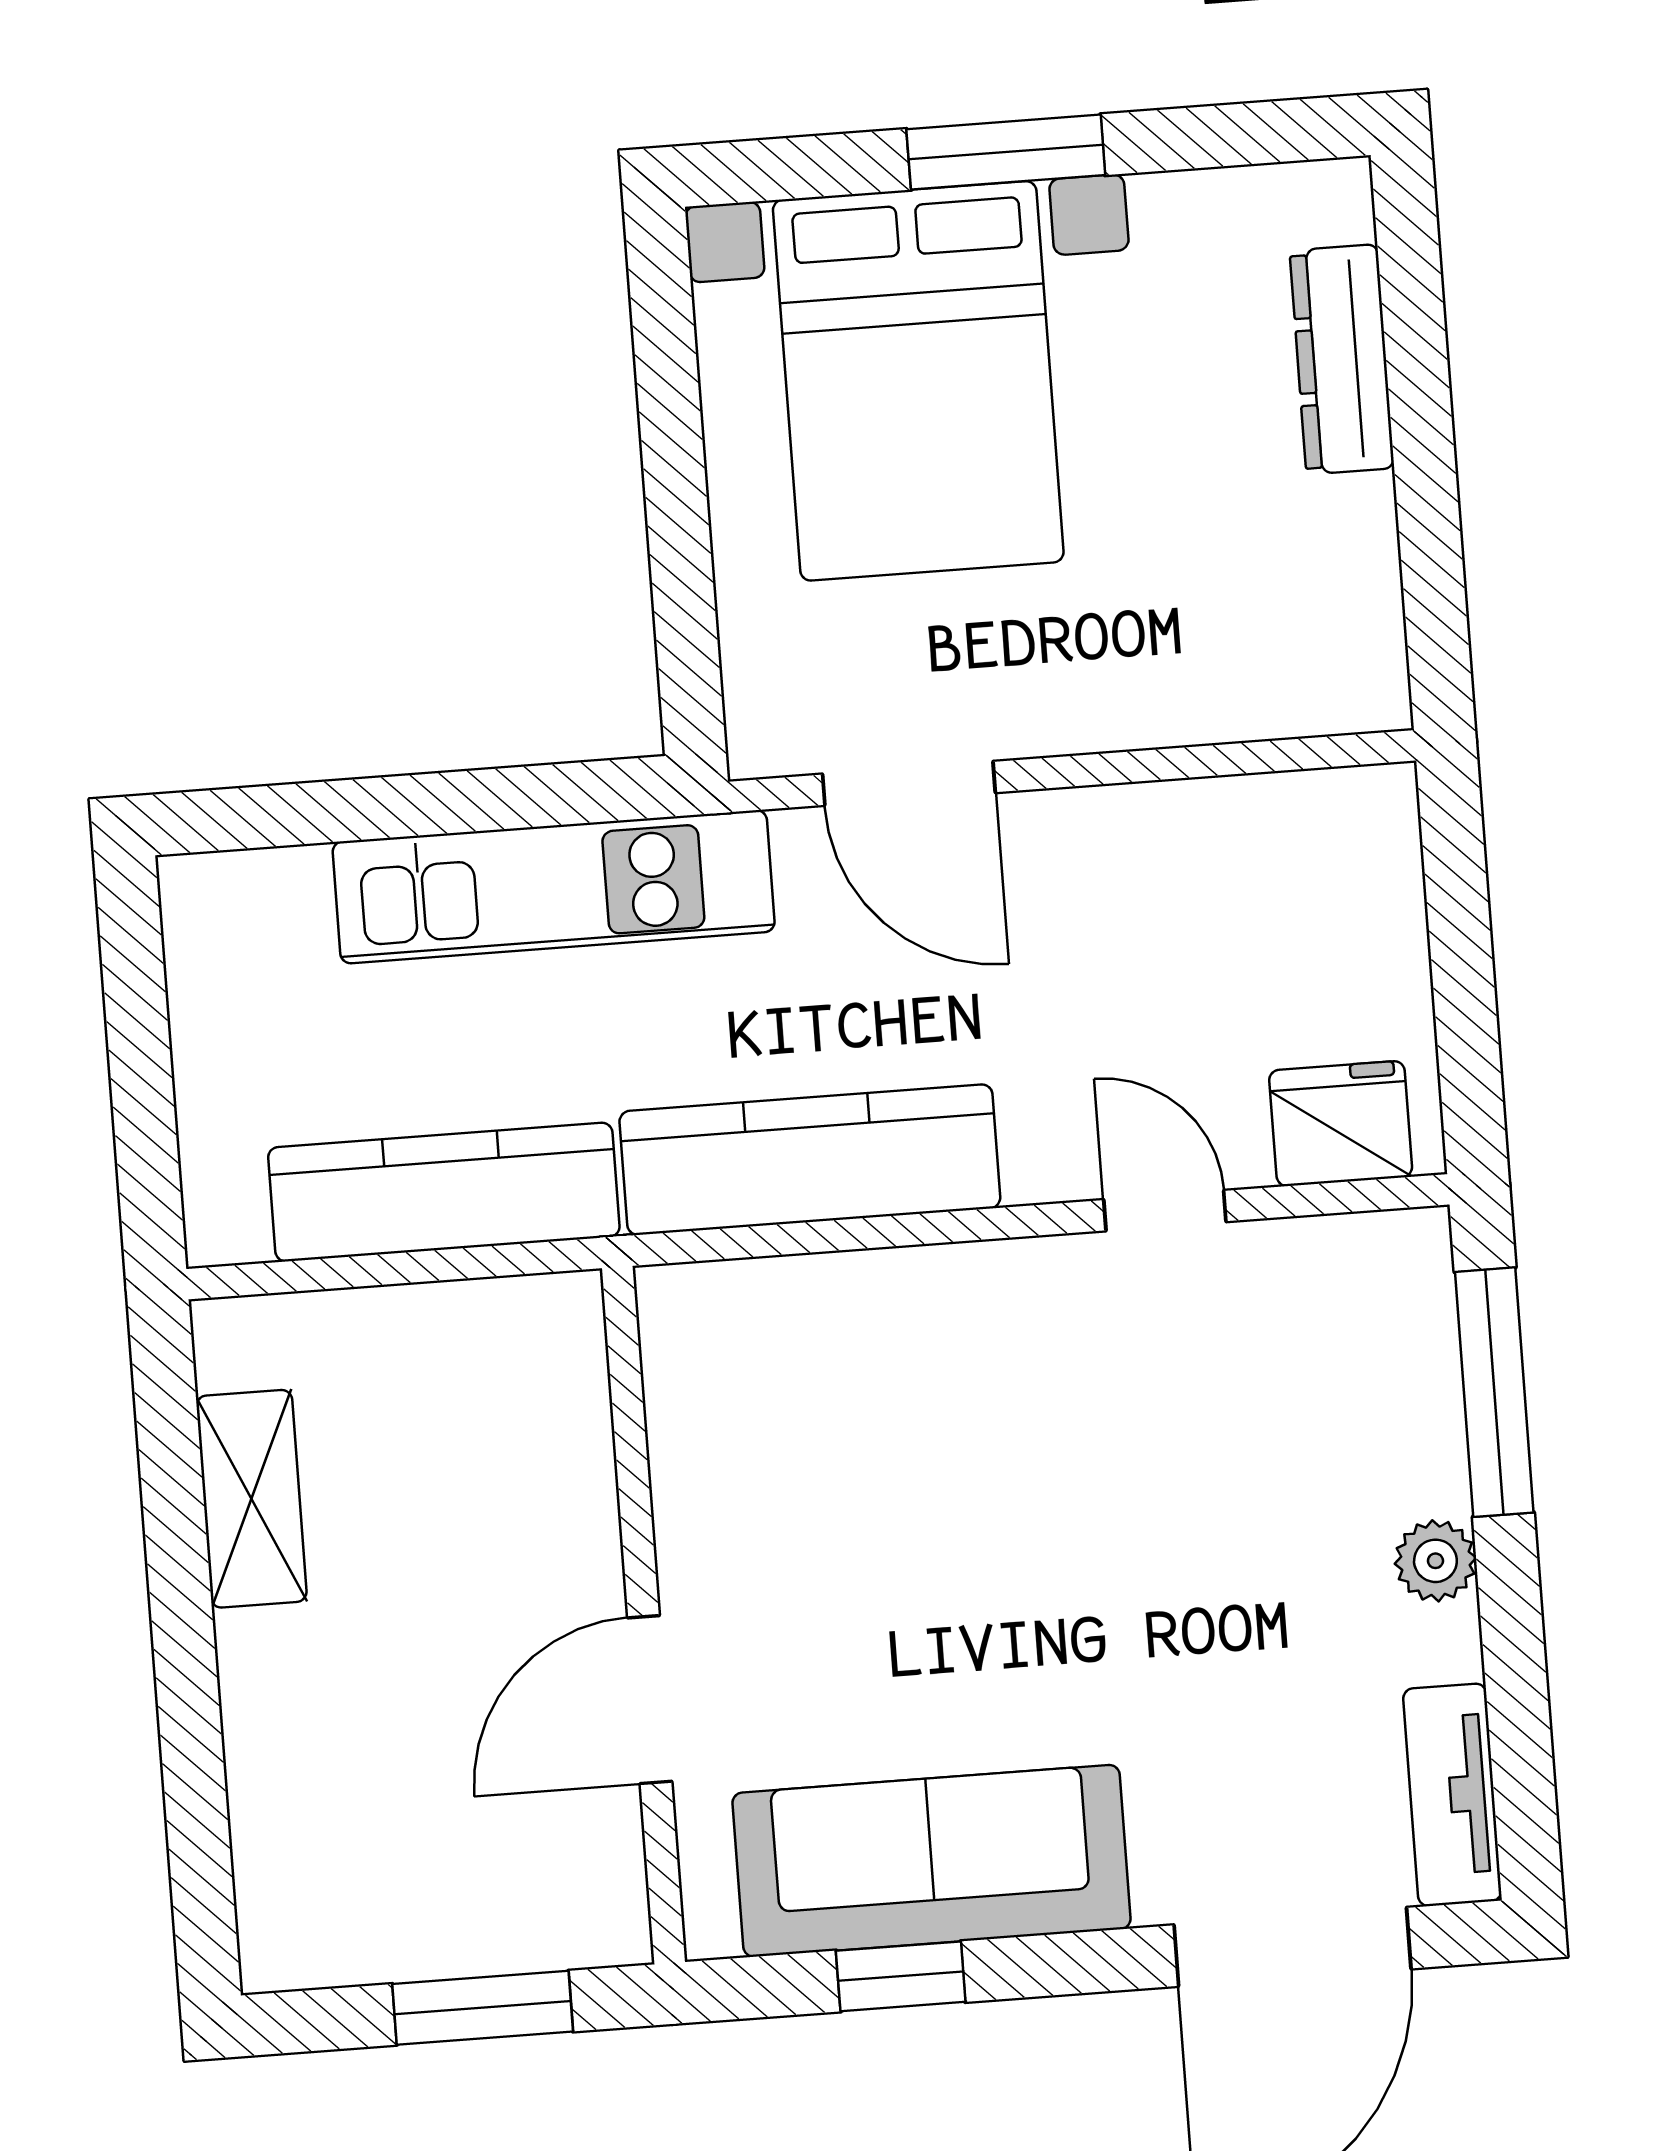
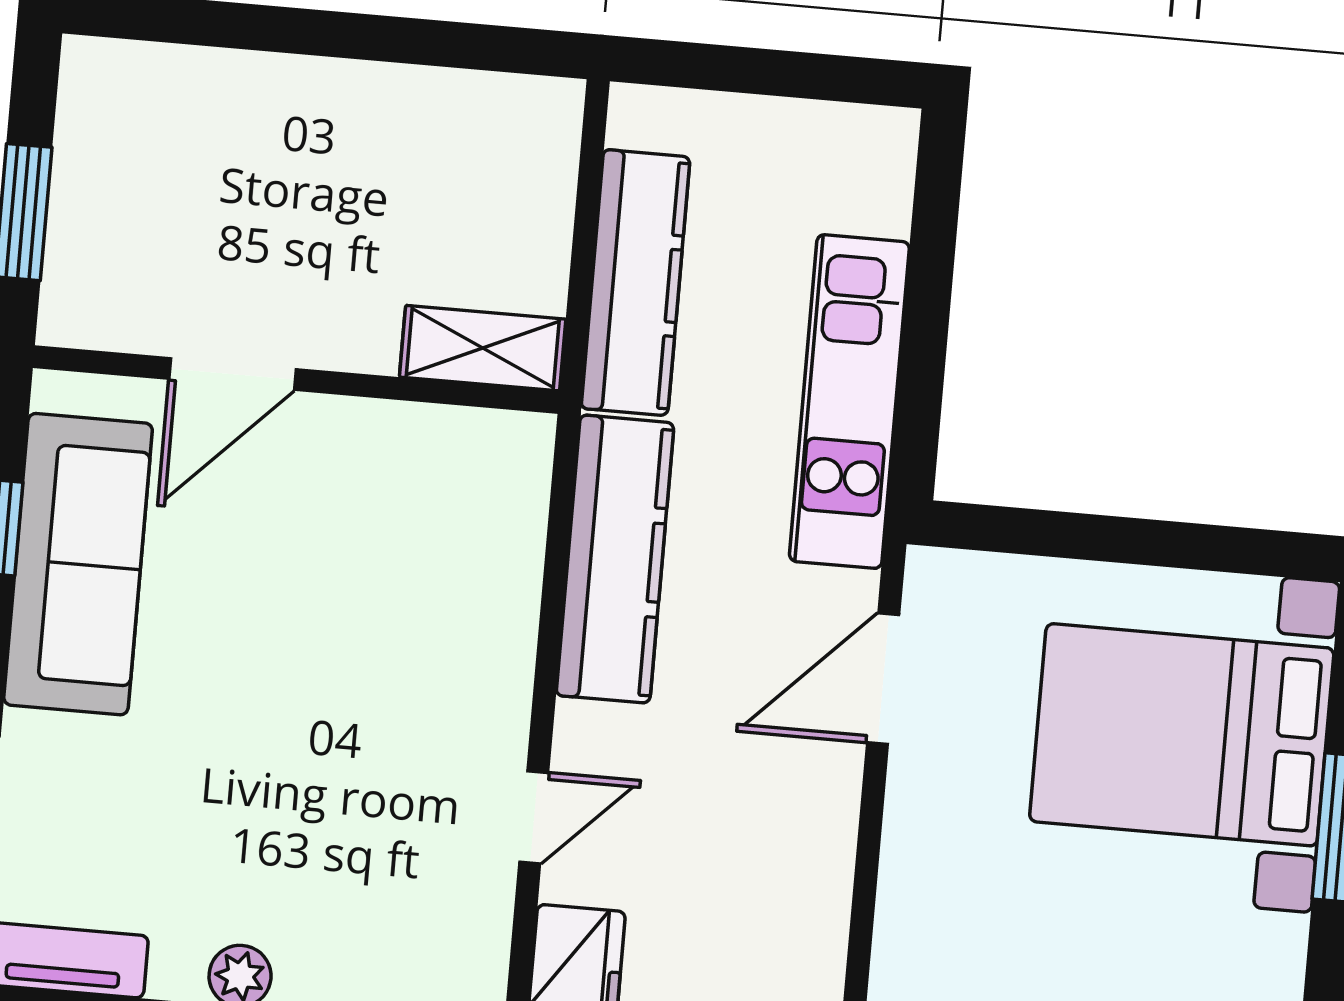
shelving: (251, 1499) -> (483, 348), moved
door: (650, 1700) -> (232, 374), swing flipped

